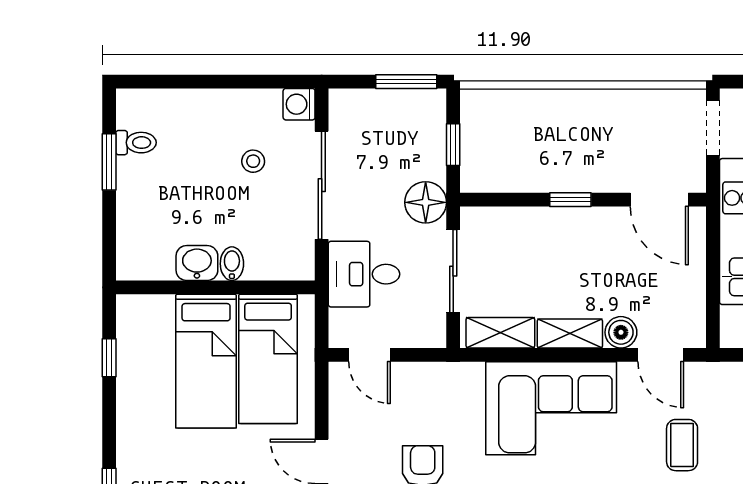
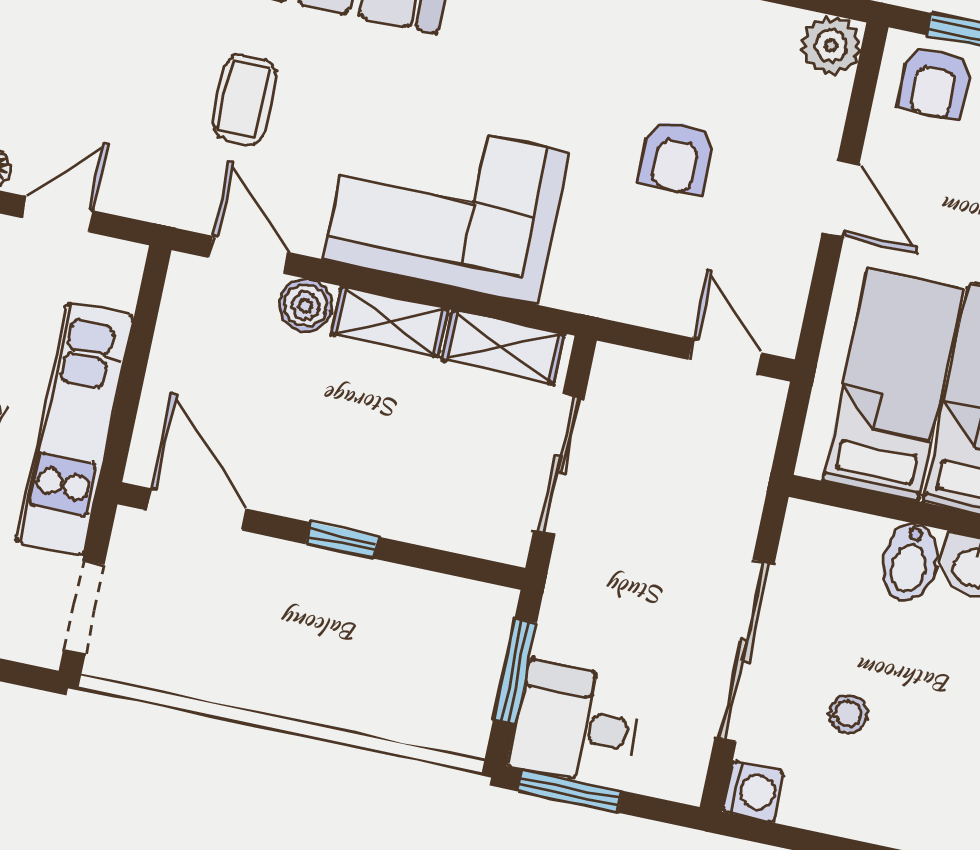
window: (453, 145) -> (515, 671), width x1.50
floor lamp: (426, 202) -> (580, 586), removed
bidet: (232, 264) -> (910, 562), width x1.38, depth x1.36
desk: (364, 274) -> (576, 724), moved, turned 180

